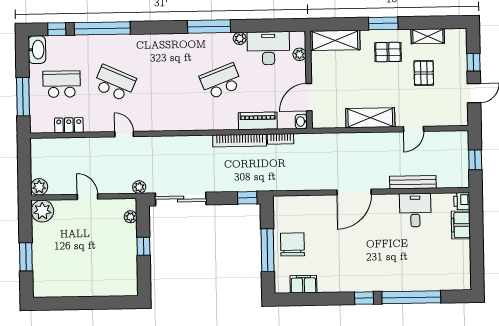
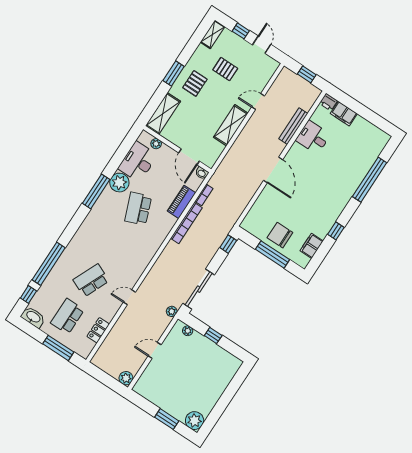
shelving: (428, 36) -> (213, 34), moved
plant: (240, 38) -> (119, 183), width x1.88, depth x1.88
door: (413, 129) -> (258, 101), swing flipped
plant: (42, 211) -> (195, 421), moved
window: (364, 298) -> (336, 231), moved

